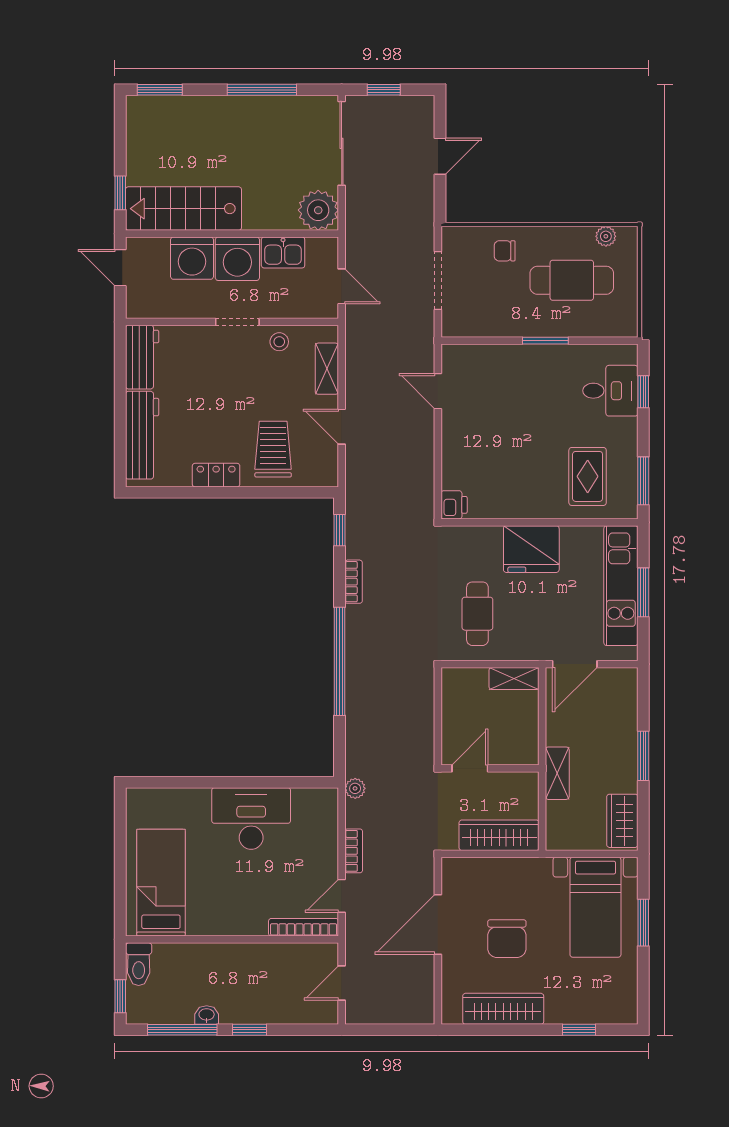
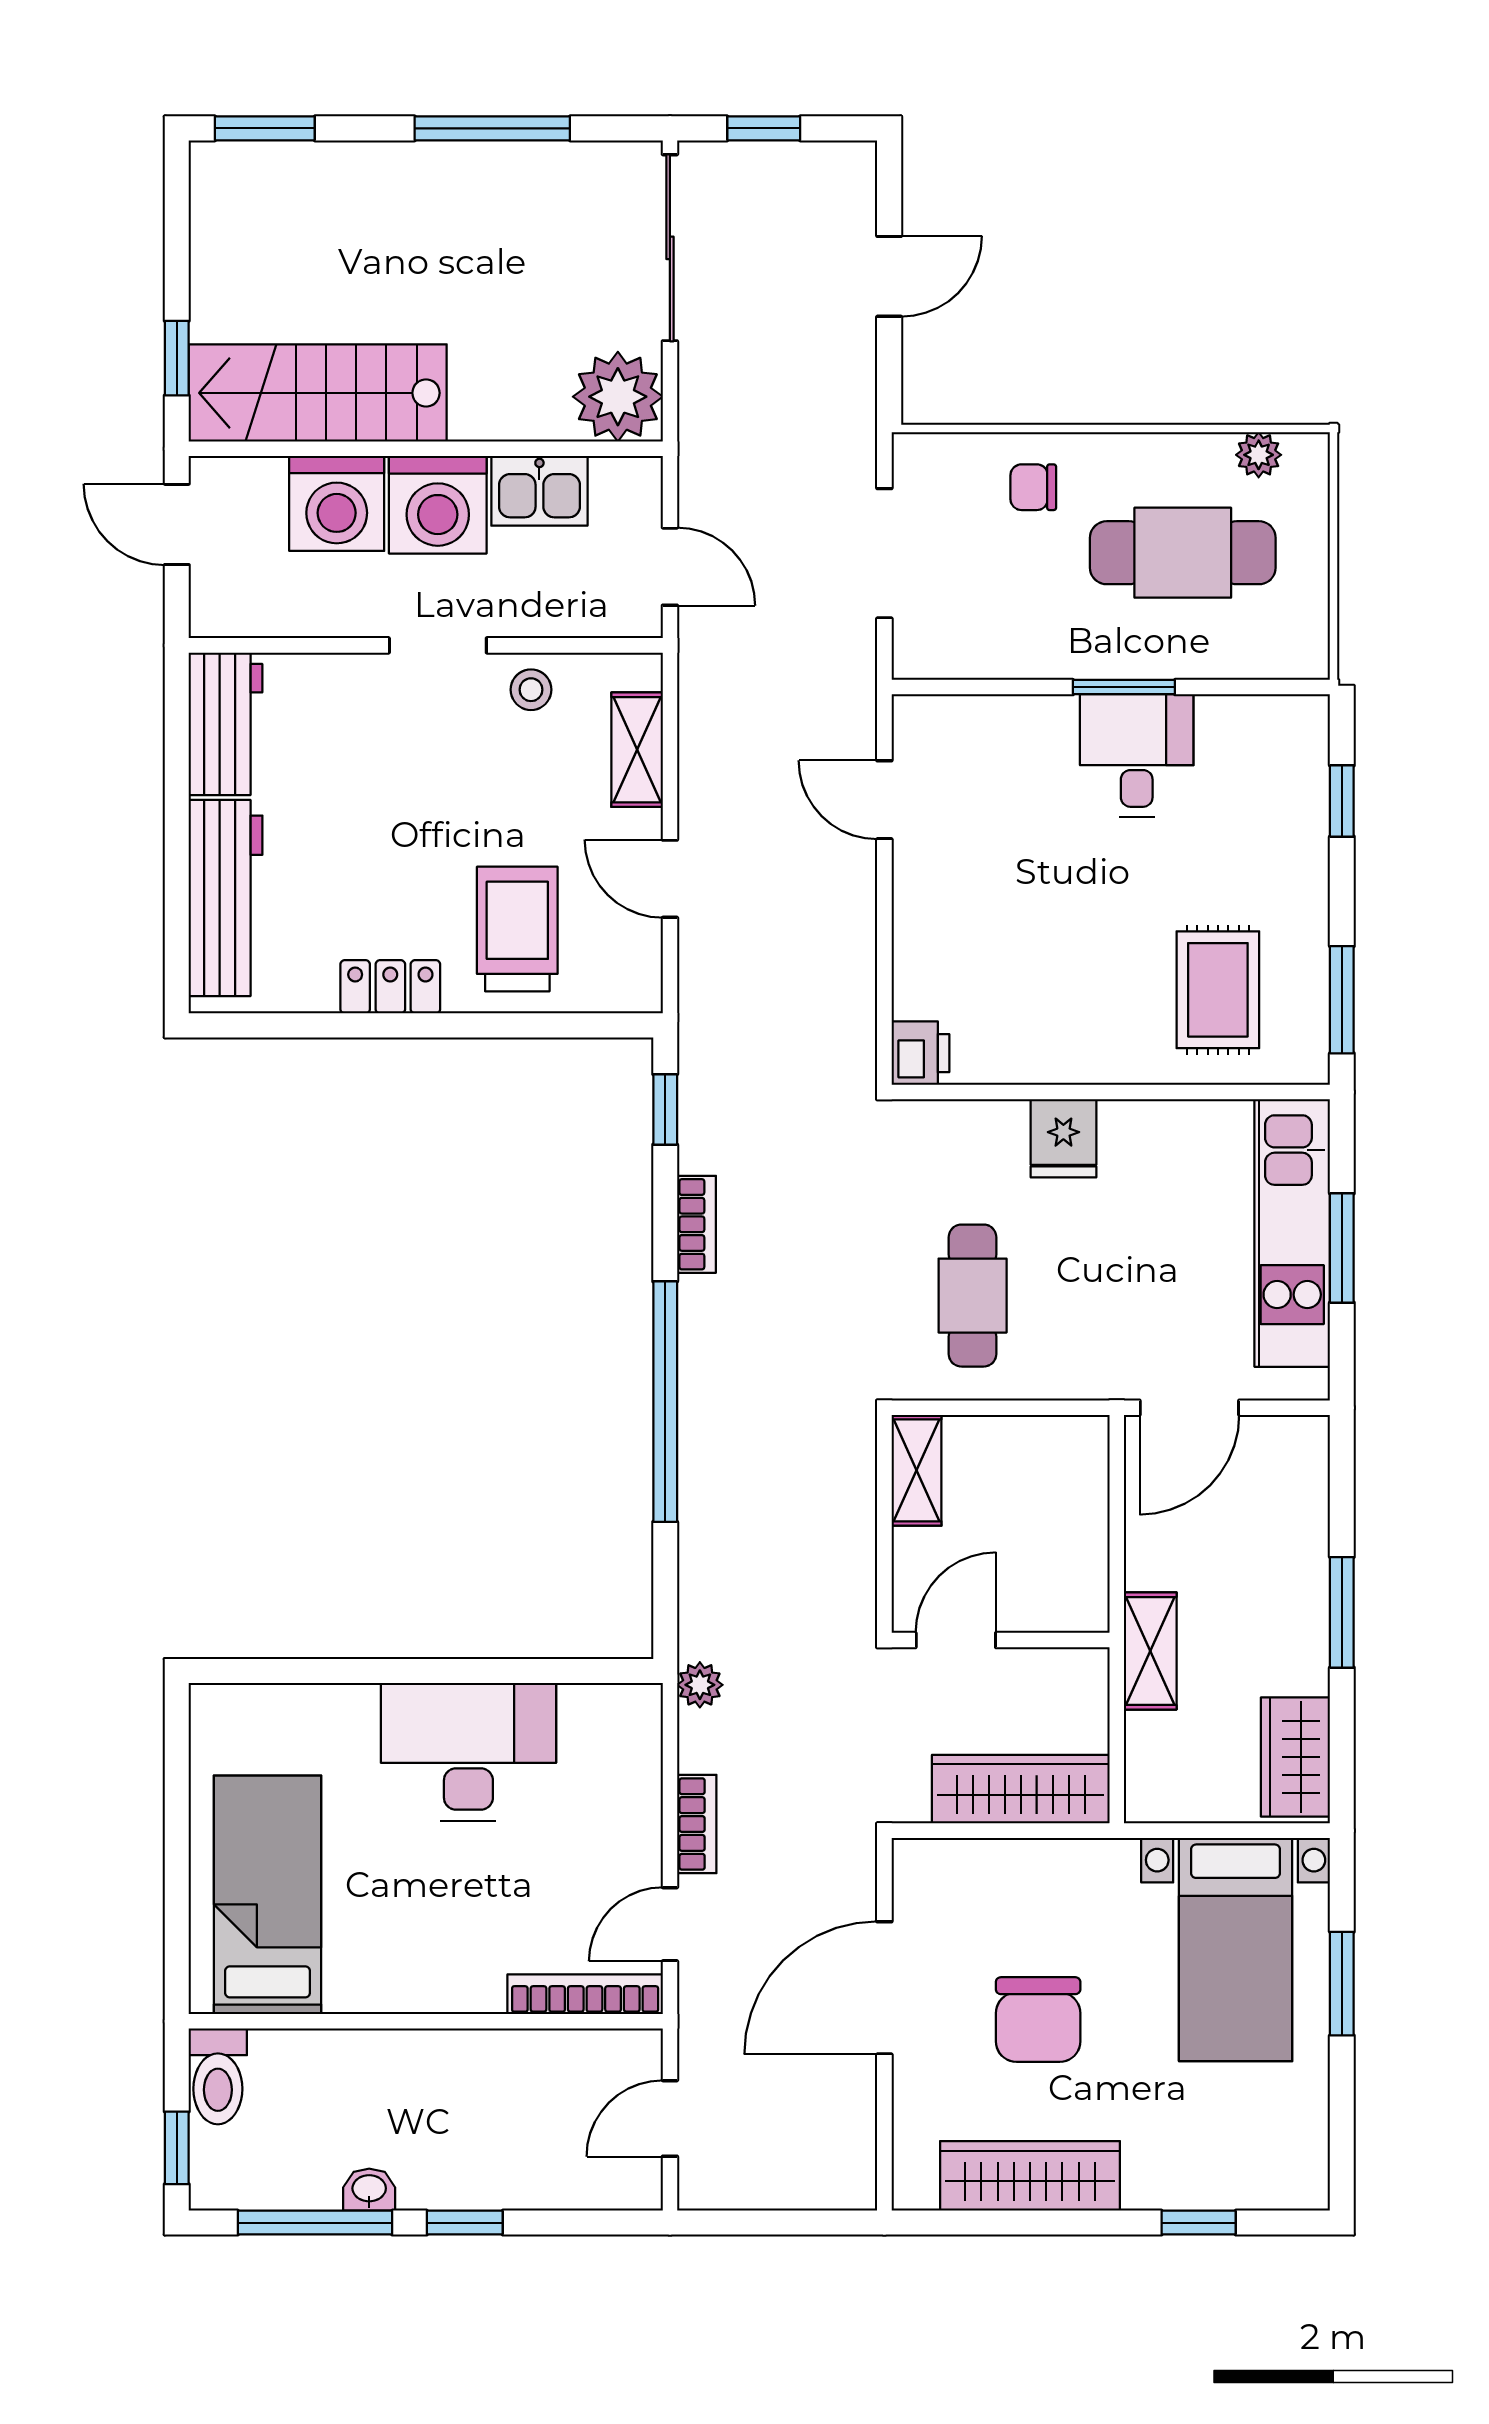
desk: (610, 391) -> (1137, 755), moved, turned -90
fridge: (531, 549) -> (1063, 1138), width x0.53, depth x0.75
shelving: (514, 678) -> (916, 1470), moved, turned 90

